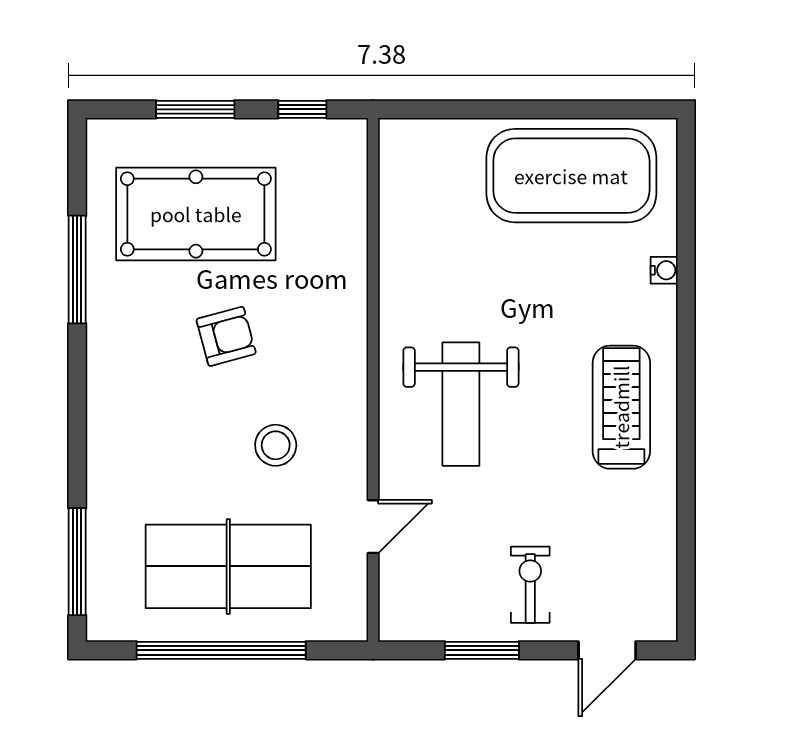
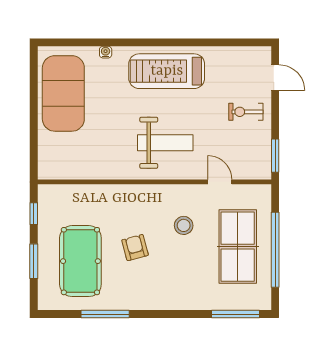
treadmill: (621, 407) -> (167, 71), width x1.37, depth x1.38
window: (482, 650) -> (275, 156), moved

